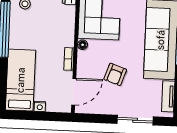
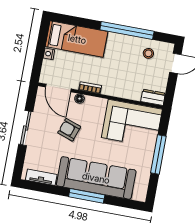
floor lamp: (83, 45) -> (80, 99), moved
sliding door: (135, 120) -> (26, 128), moved

